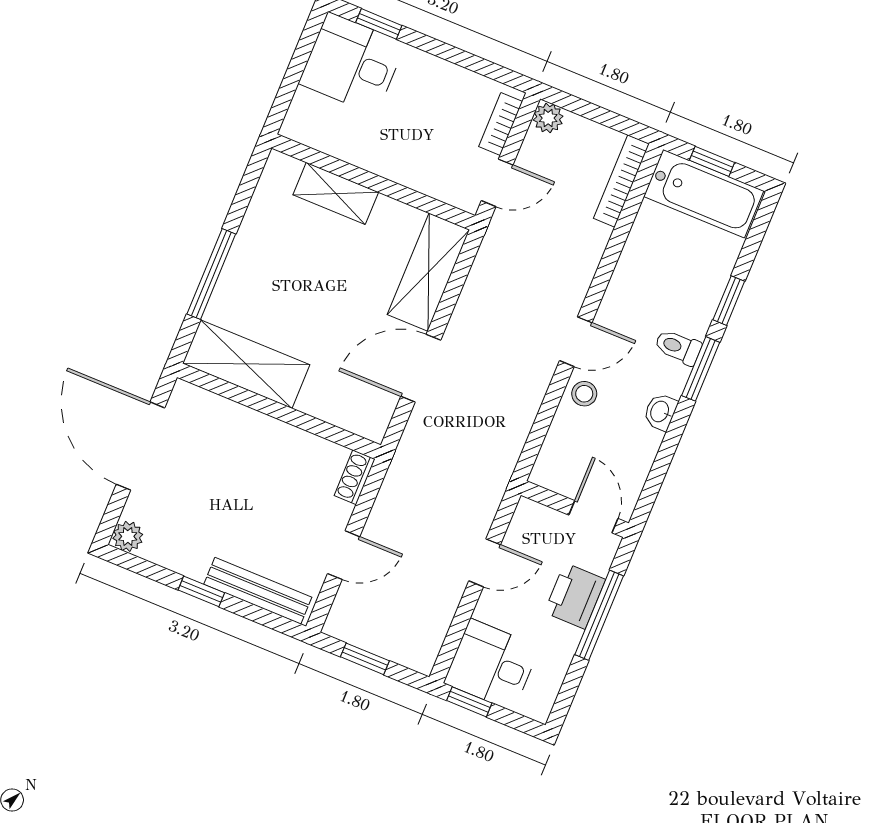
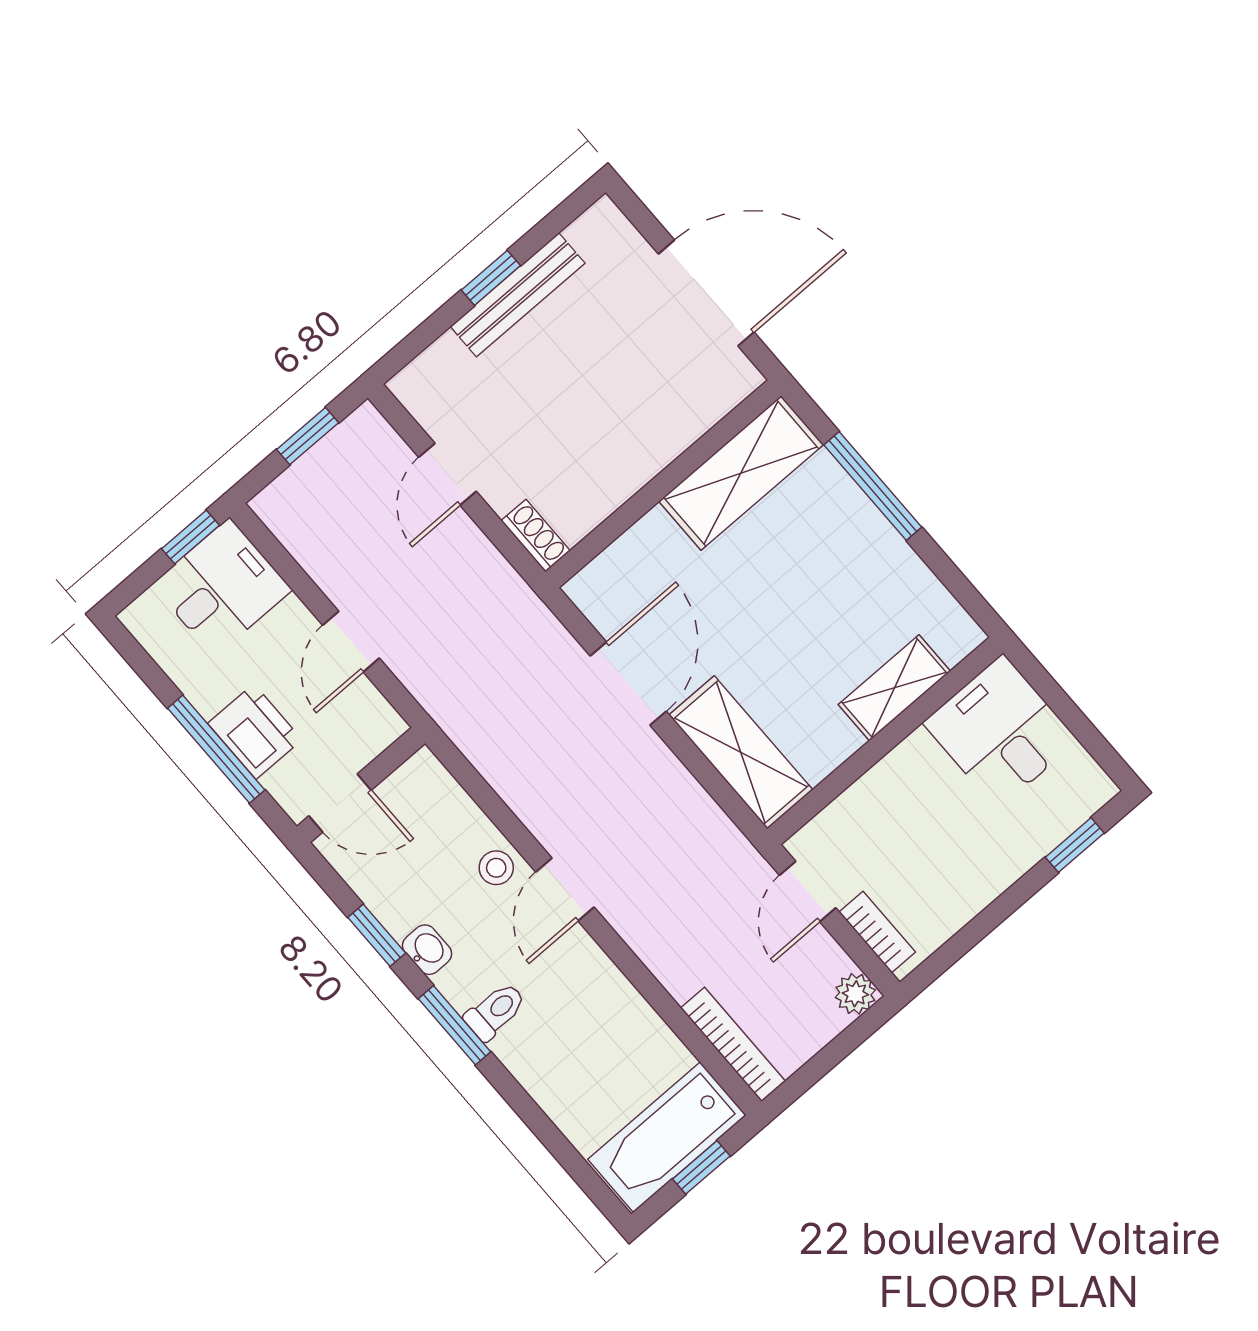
desk: (352, 63) -> (1000, 732), moved, turned -90
window: (729, 301) -> (377, 935), moved
plant: (128, 536) -> (604, 222), removed
bench: (258, 591) -> (518, 295), moved

